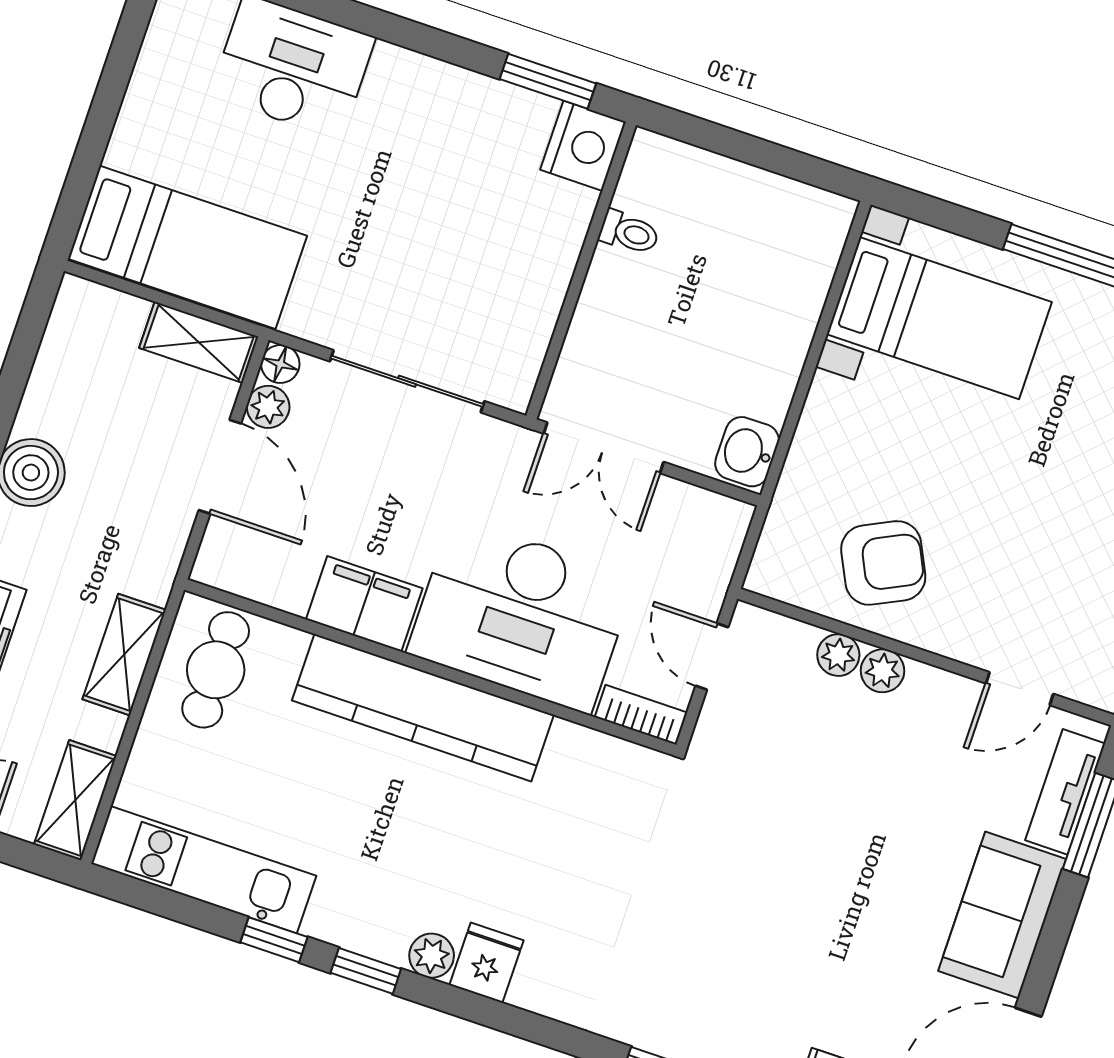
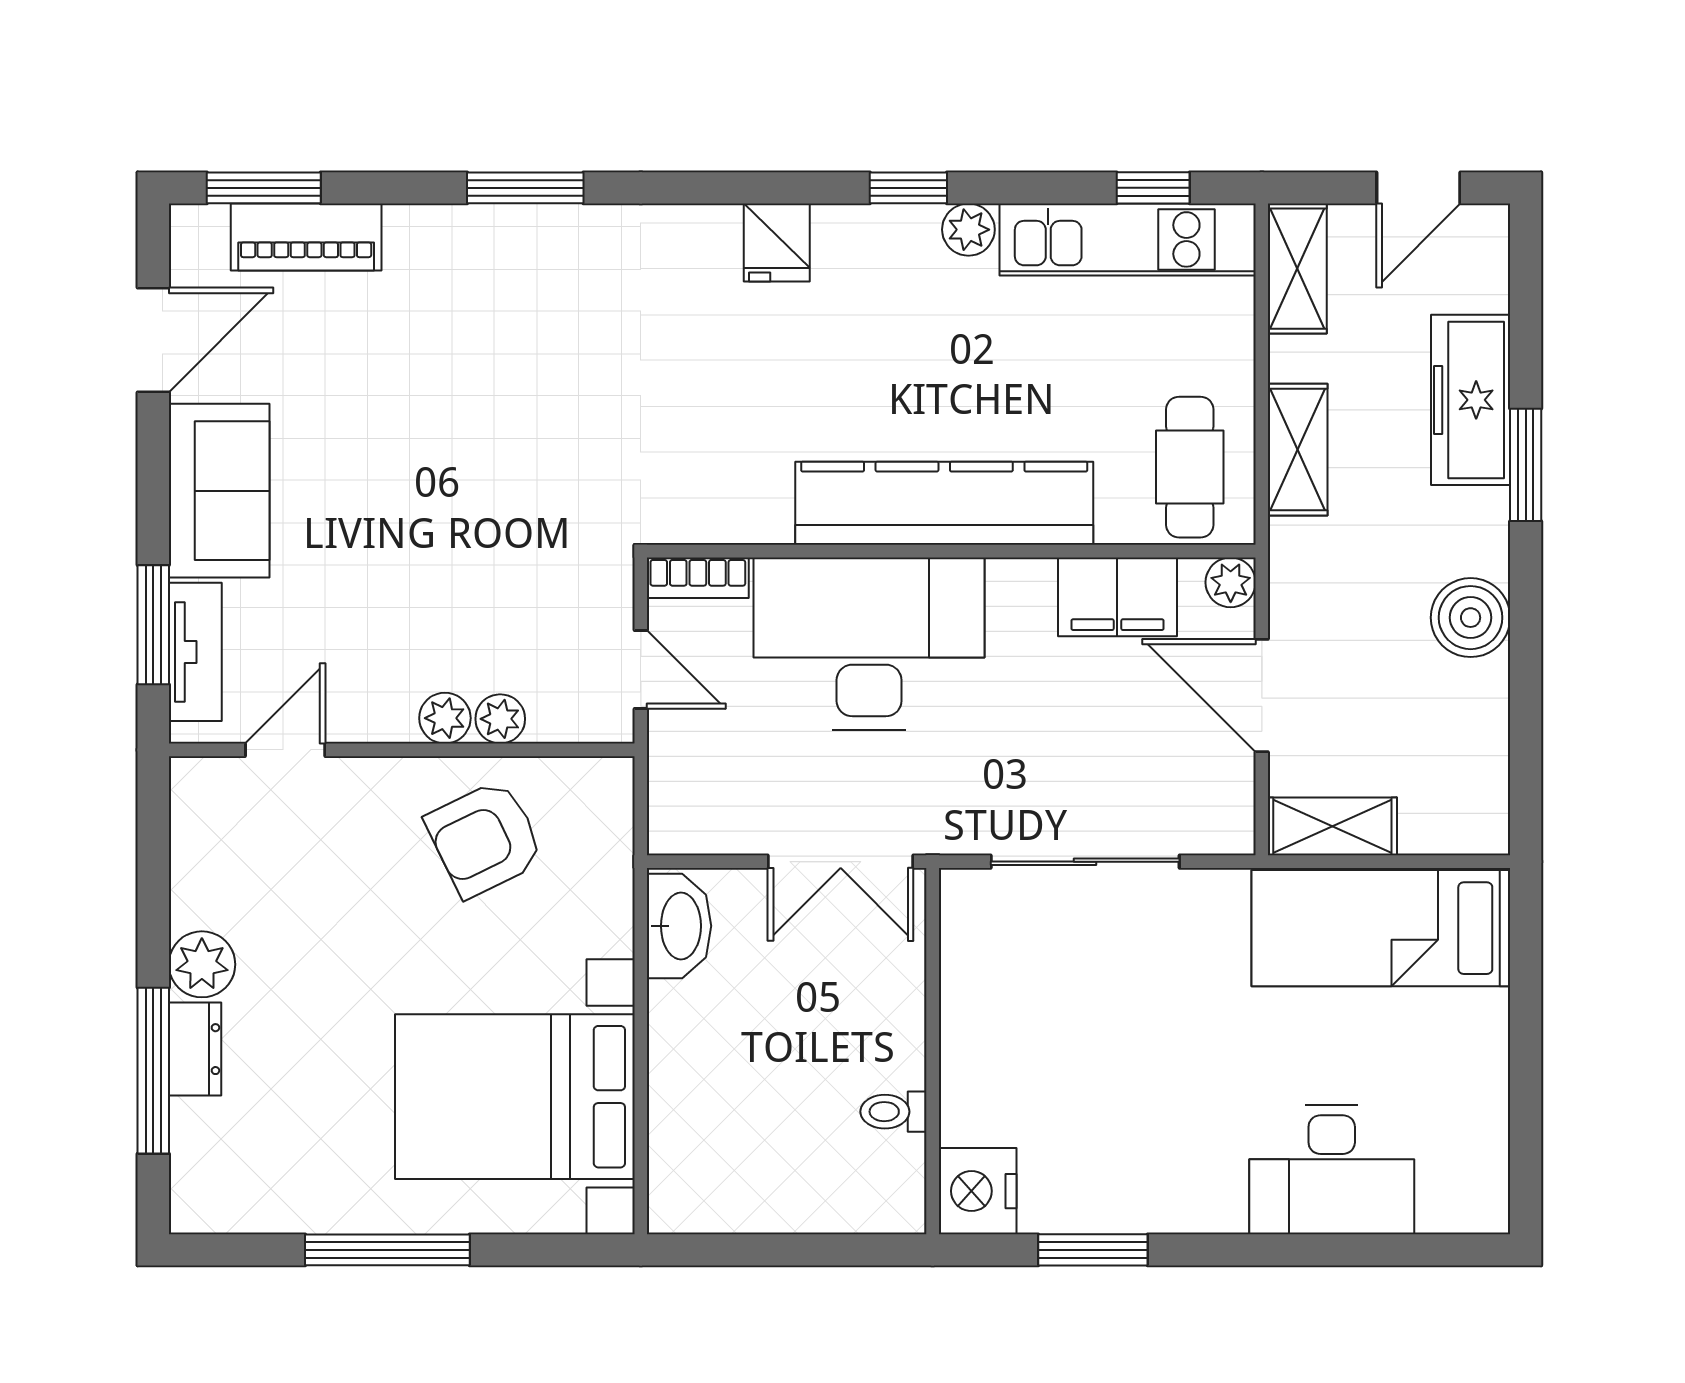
window: (548, 81) -> (1093, 1250), moved
bed with nightstands: (939, 318) -> (515, 1097), width x1.36
floor lamp: (280, 364) -> (1233, 833), removed
plant: (268, 407) -> (1231, 582), moved
double door: (604, 448) -> (841, 862), swing flipped
washbasin: (747, 452) -> (679, 926), width x1.38
filing cabinet: (364, 604) -> (1117, 597), moved
window: (274, 940) -> (1153, 188), moved
plant: (432, 956) -> (968, 230), moved

